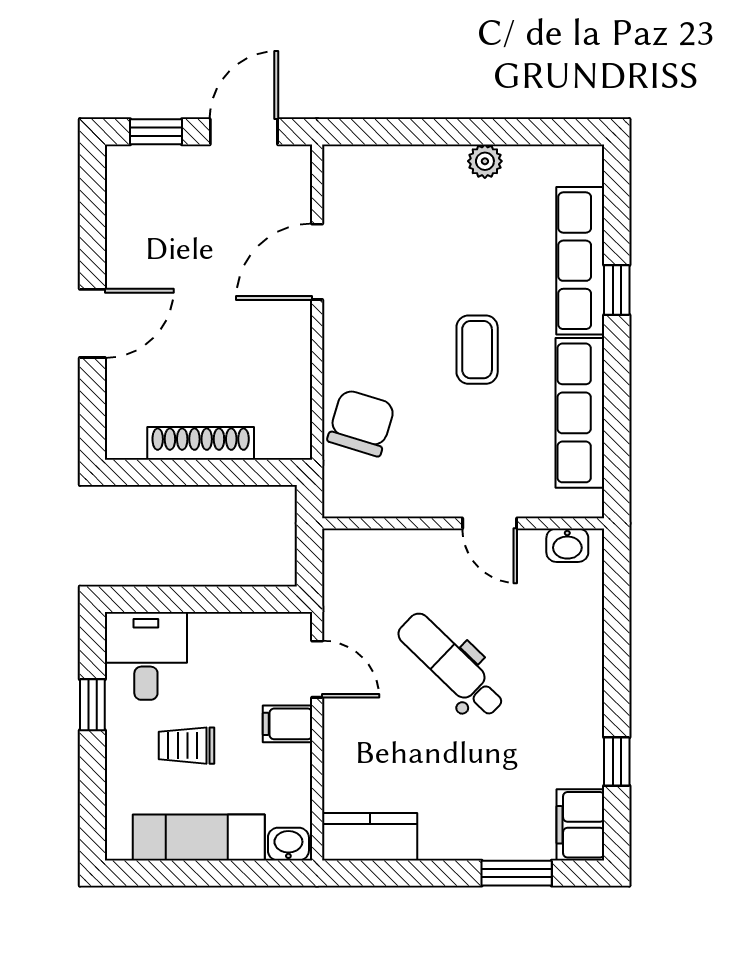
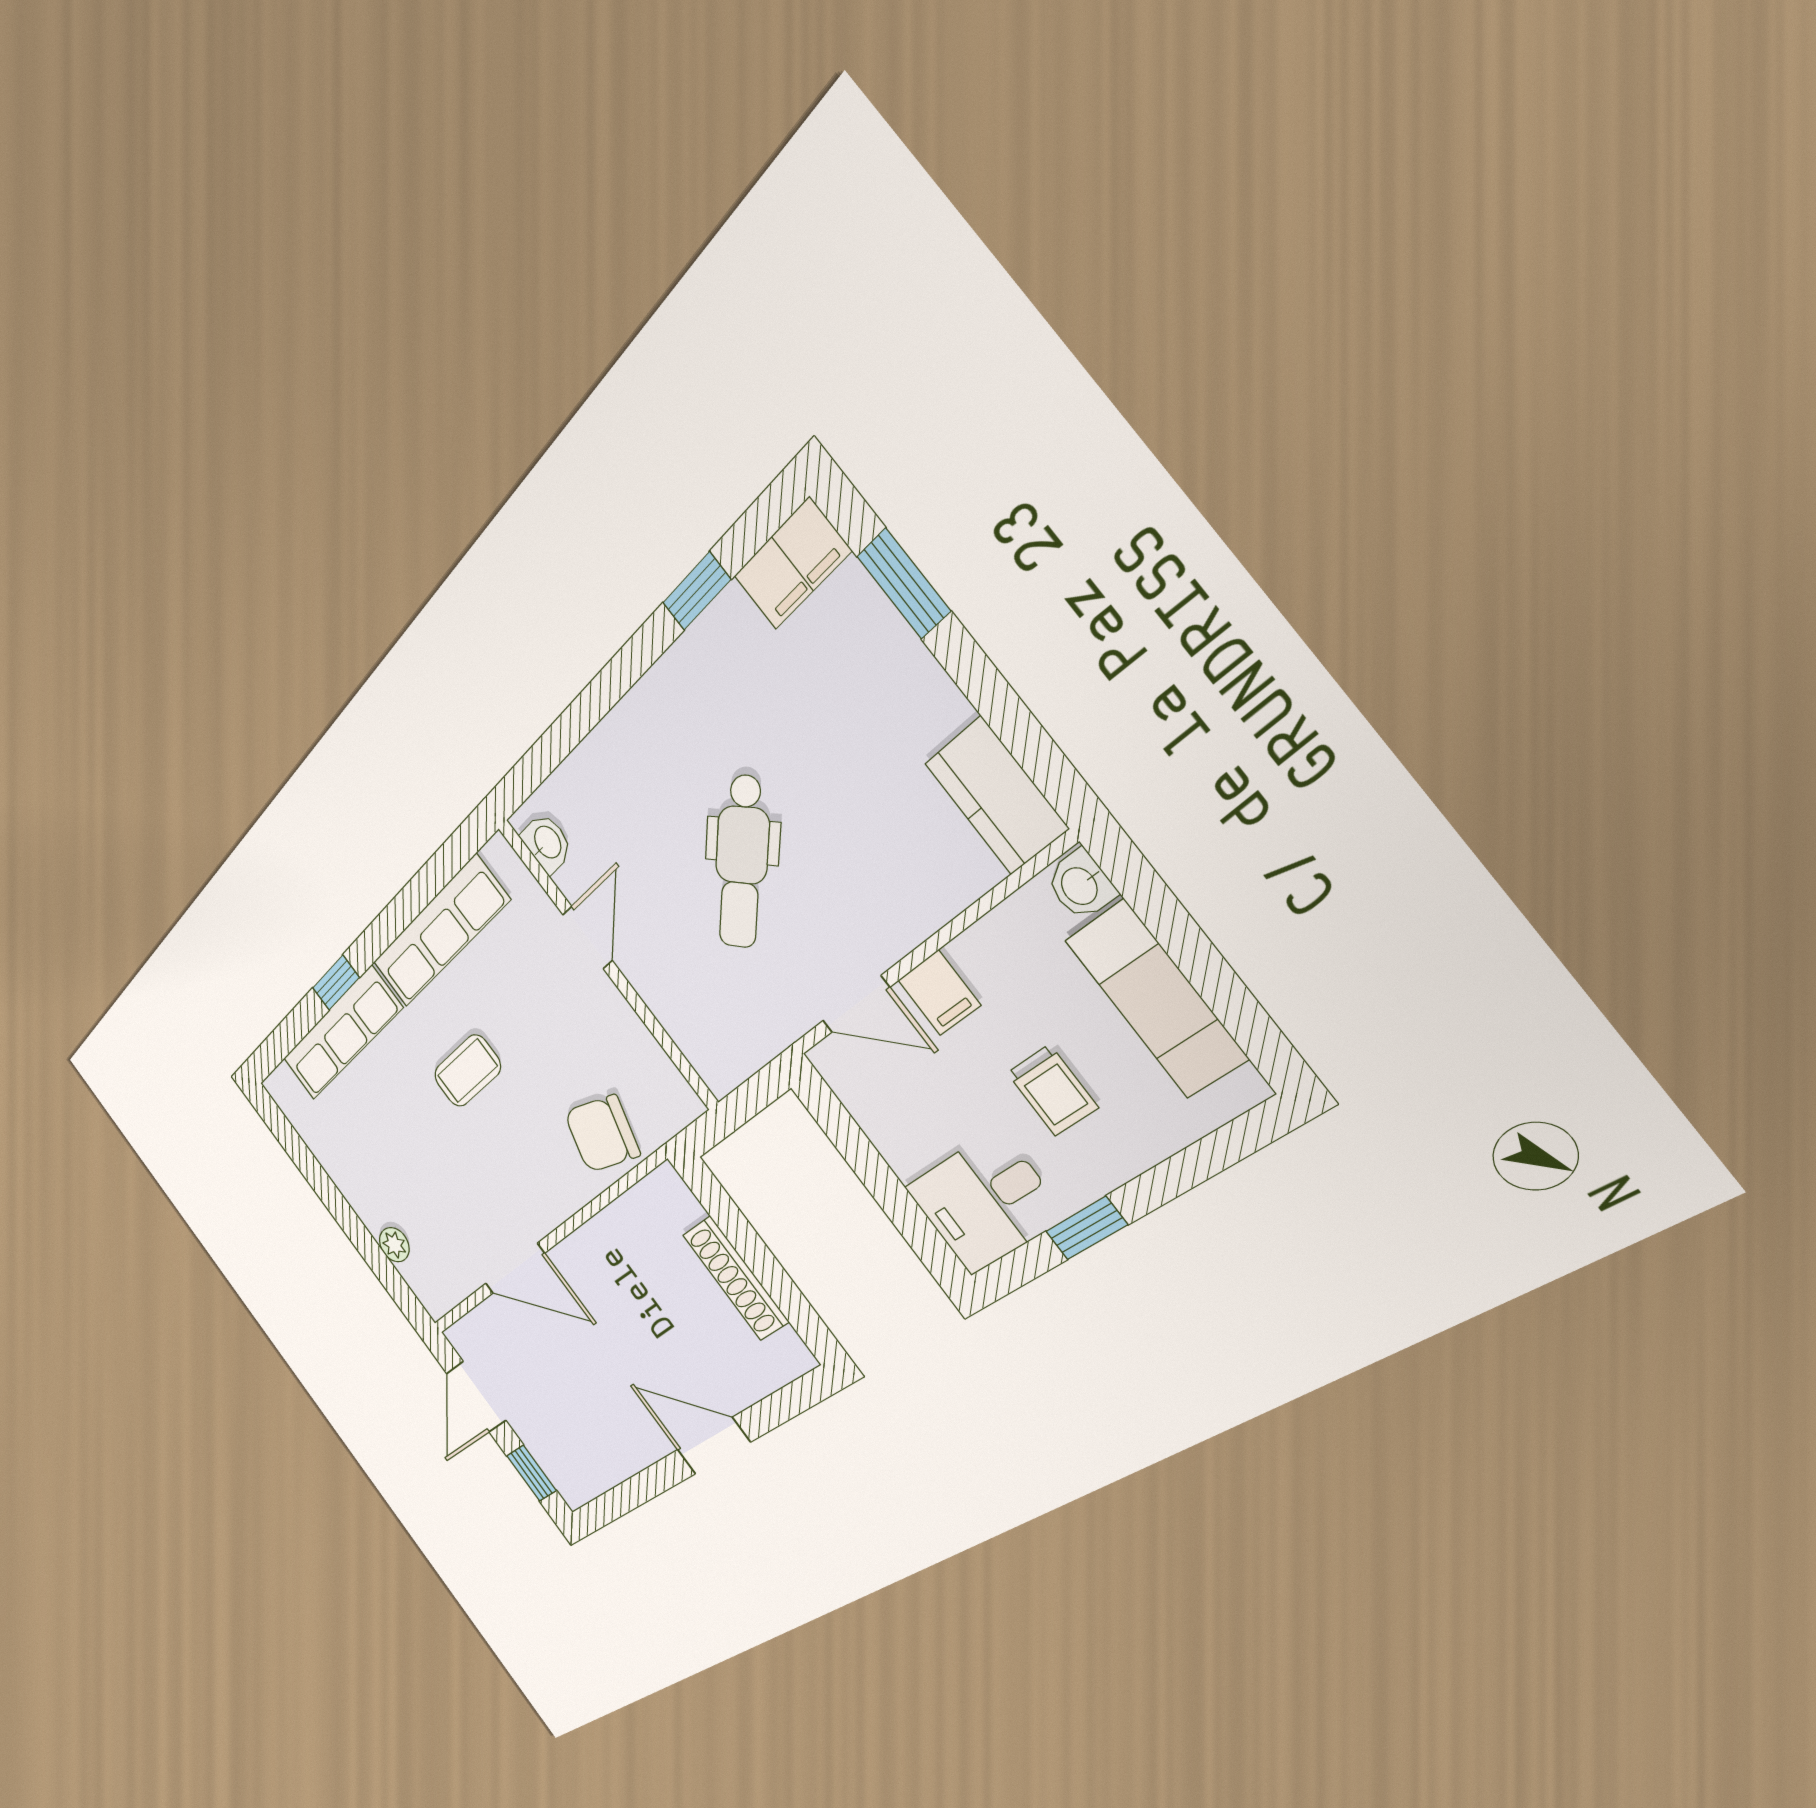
door: (244, 132) -> (476, 1397), hinge flipped
plant: (485, 161) -> (394, 1245), moved
door: (317, 669) -> (856, 1004), swing flipped

